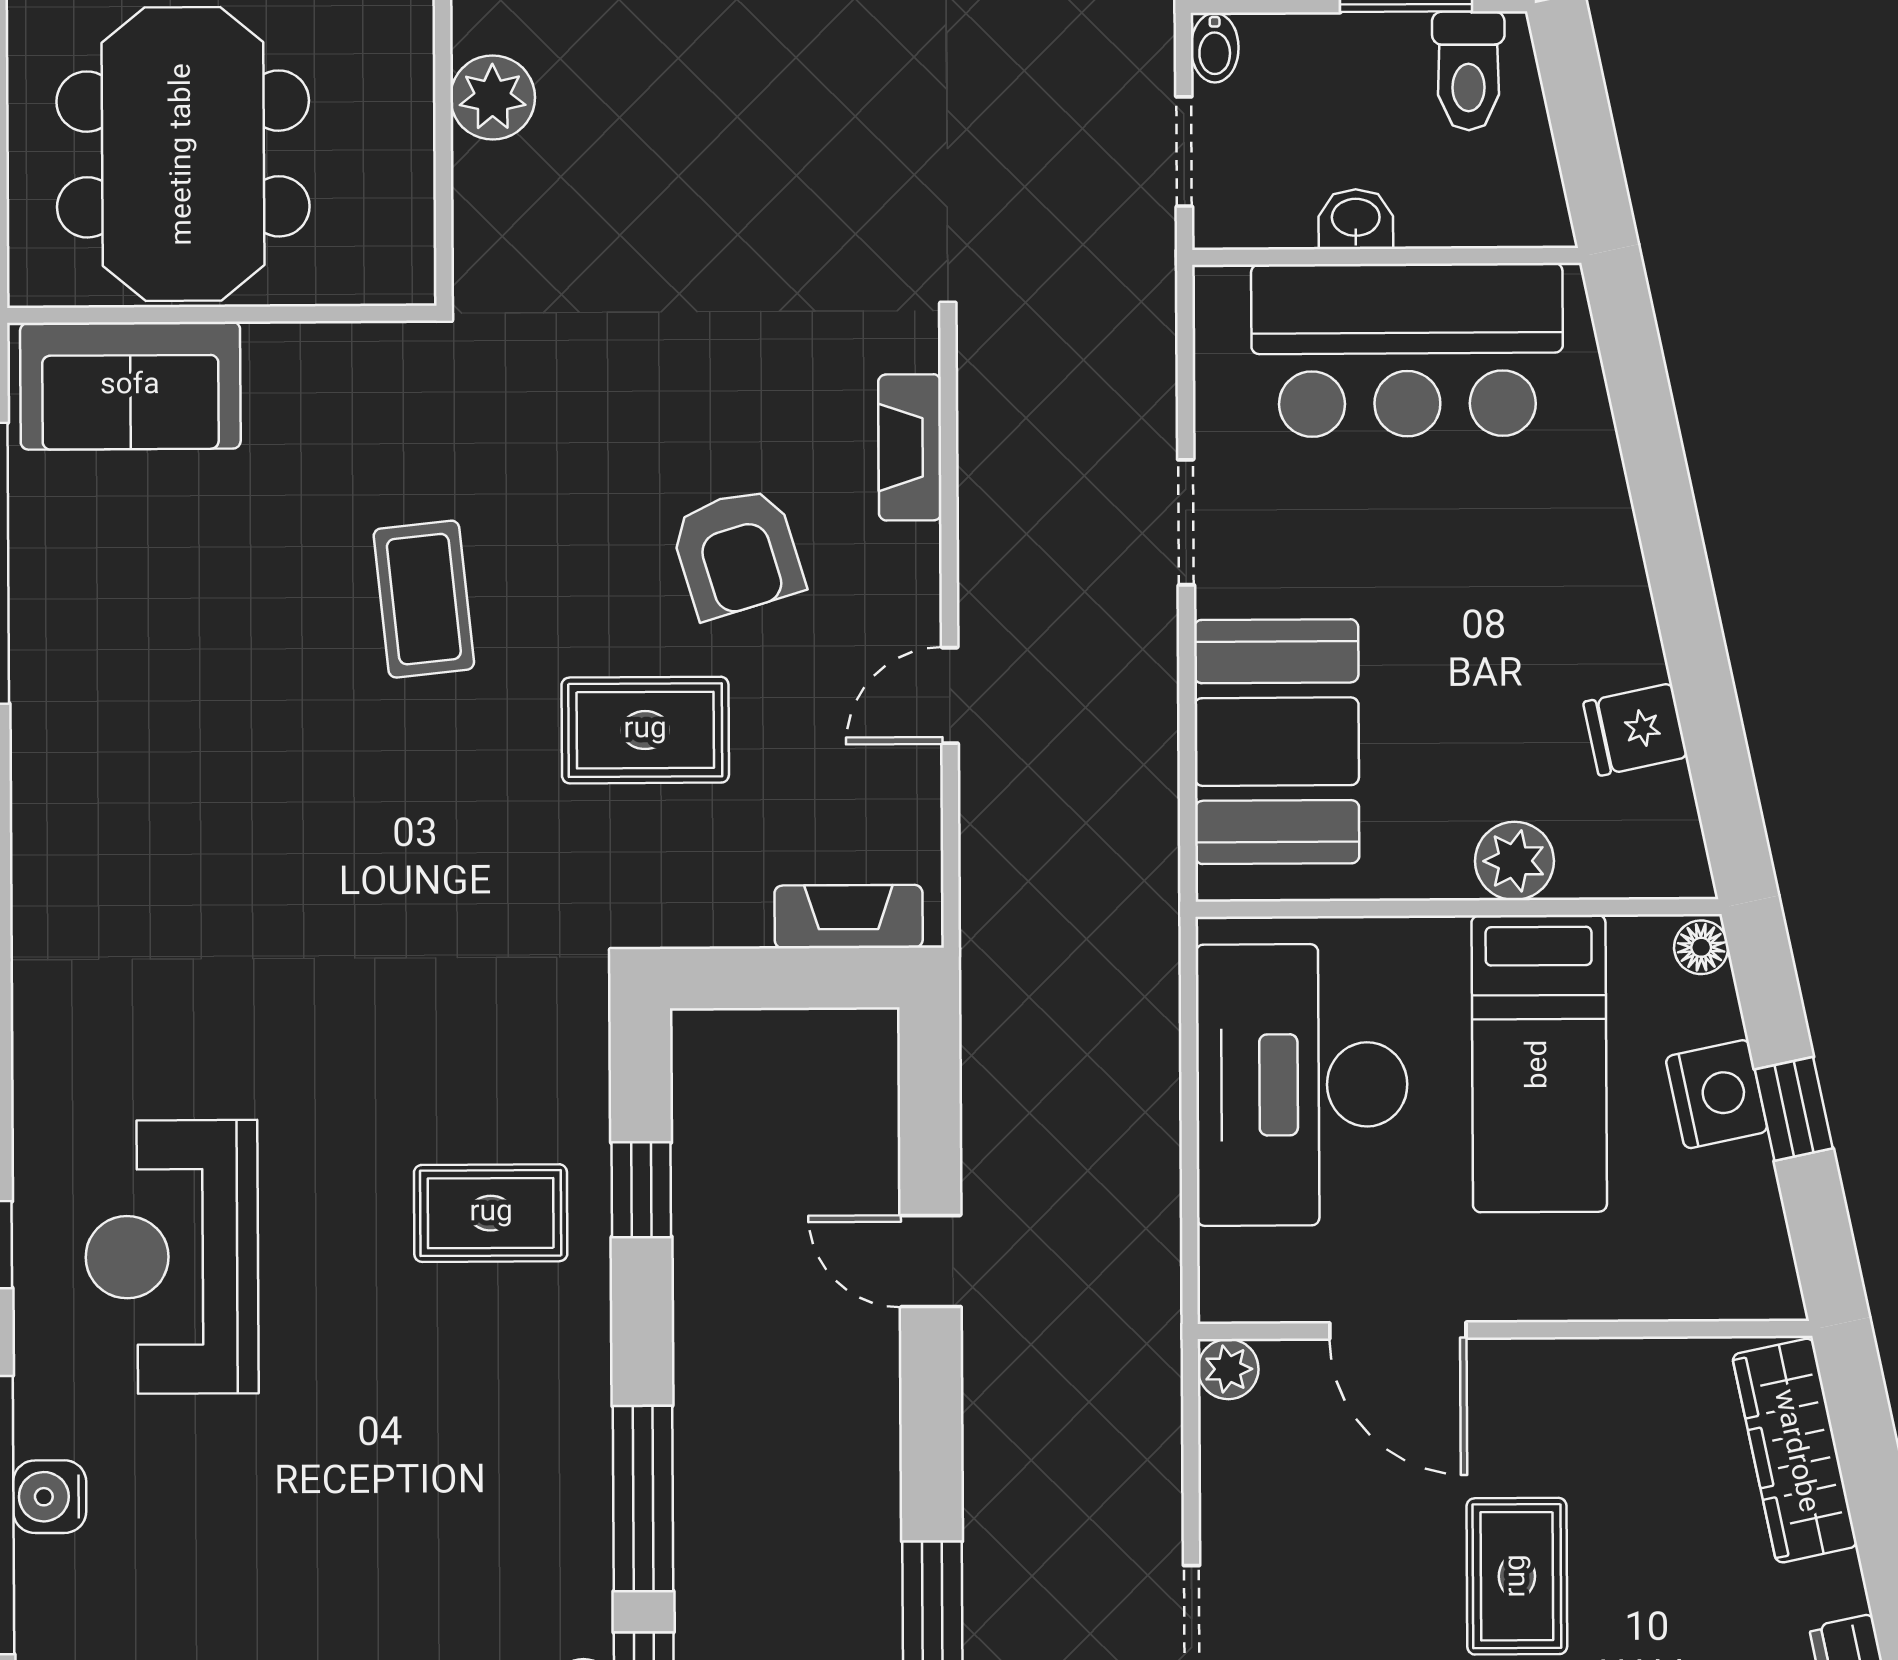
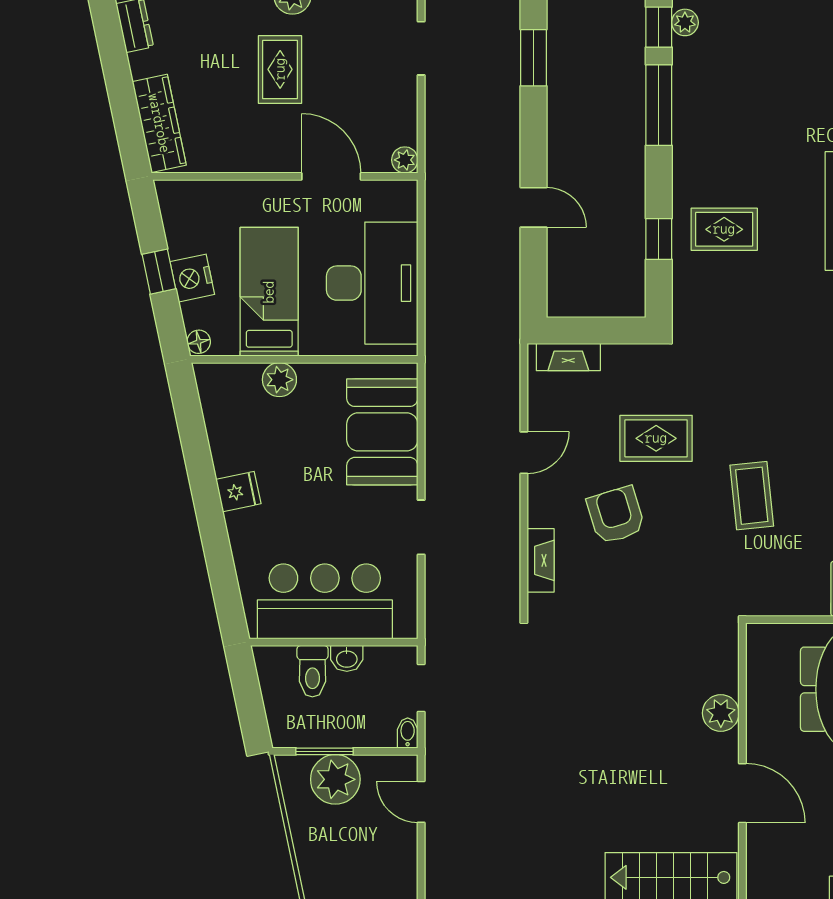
toilet: (1468, 71) -> (312, 671), moved, turned 180
fridge: (1635, 730) -> (238, 492), moved

